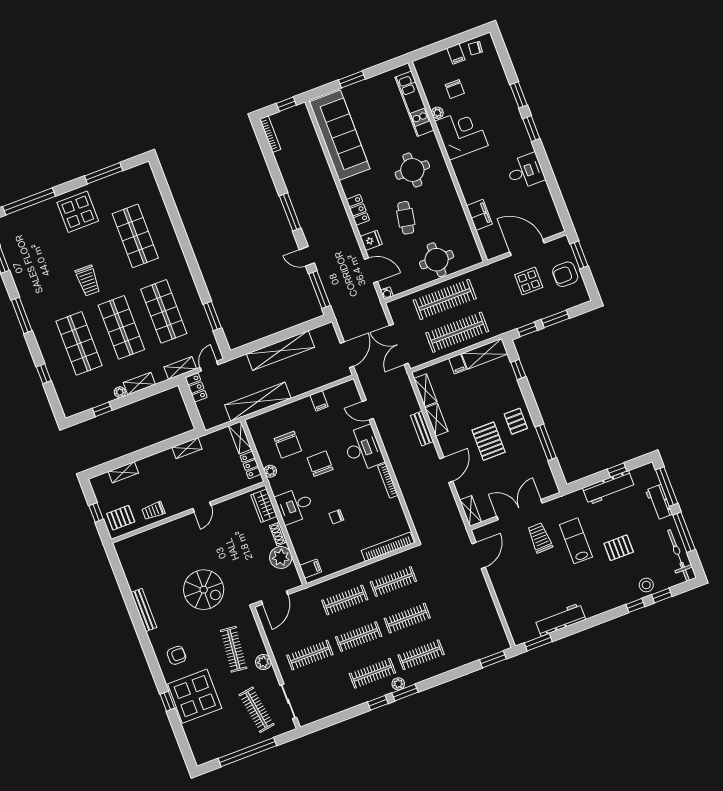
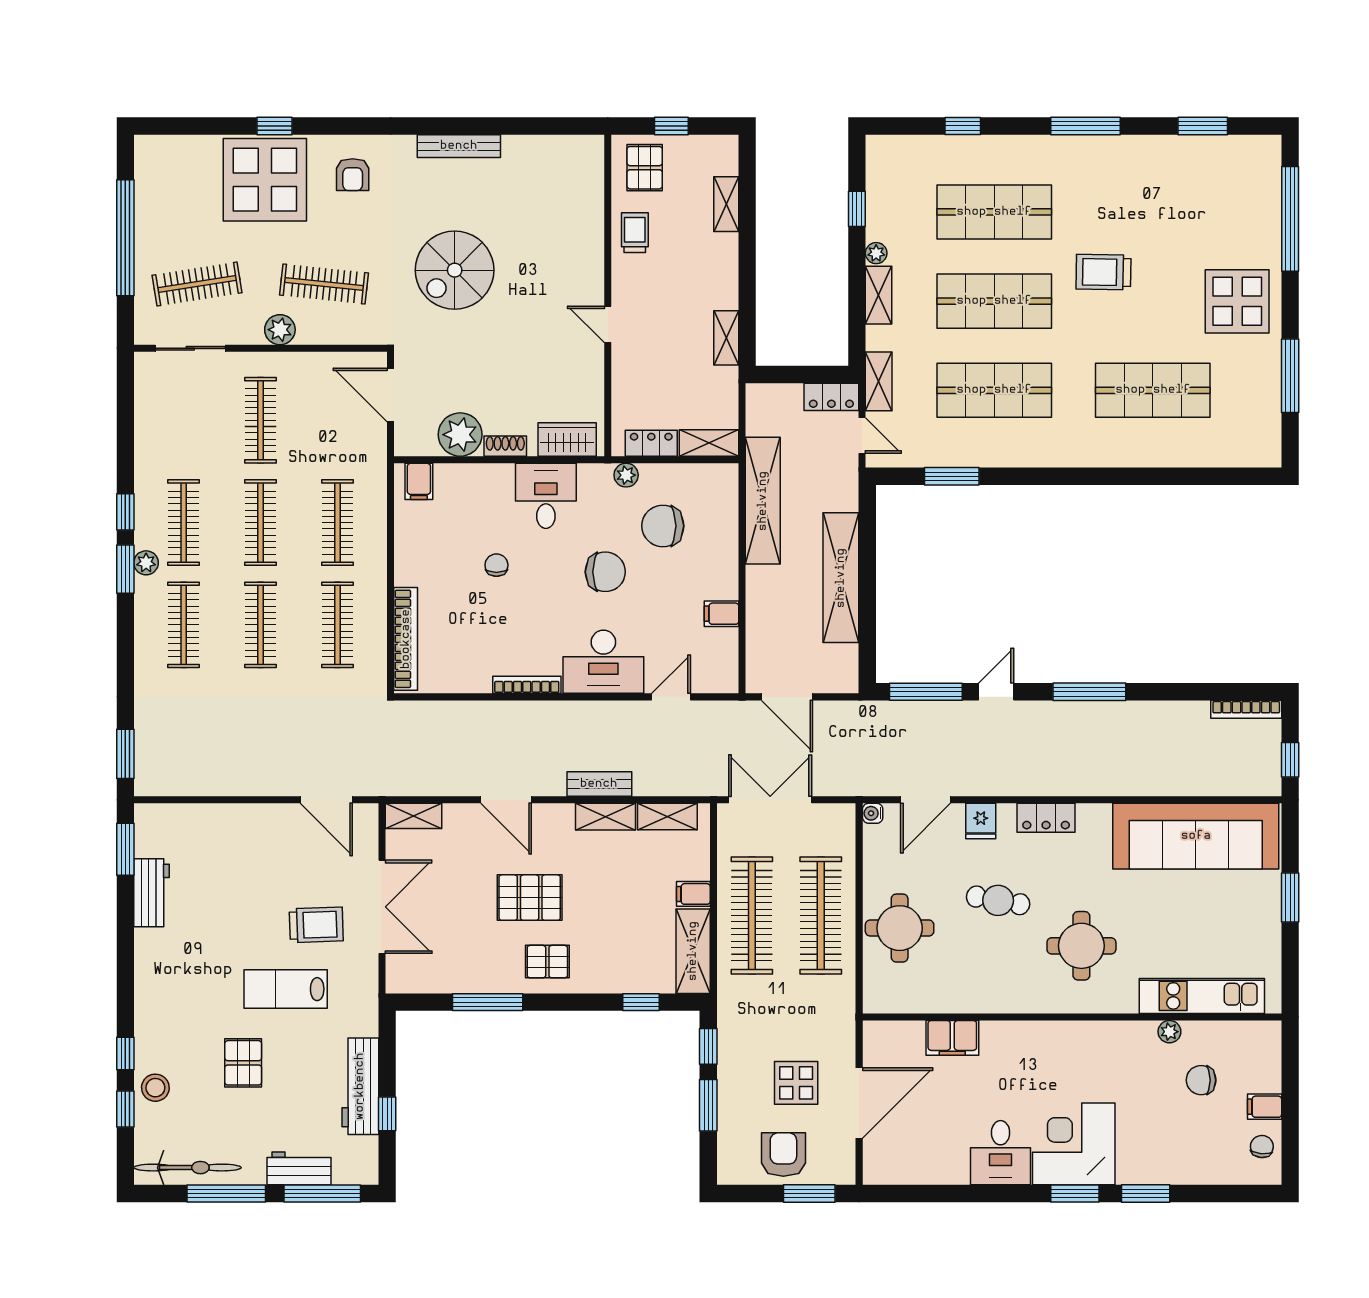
corner desk: (461, 133) -> (1074, 1144), moved, turned 180
lab bench: (576, 541) -> (286, 989), turned 180
workbench: (560, 620) -> (152, 893), width x0.73

